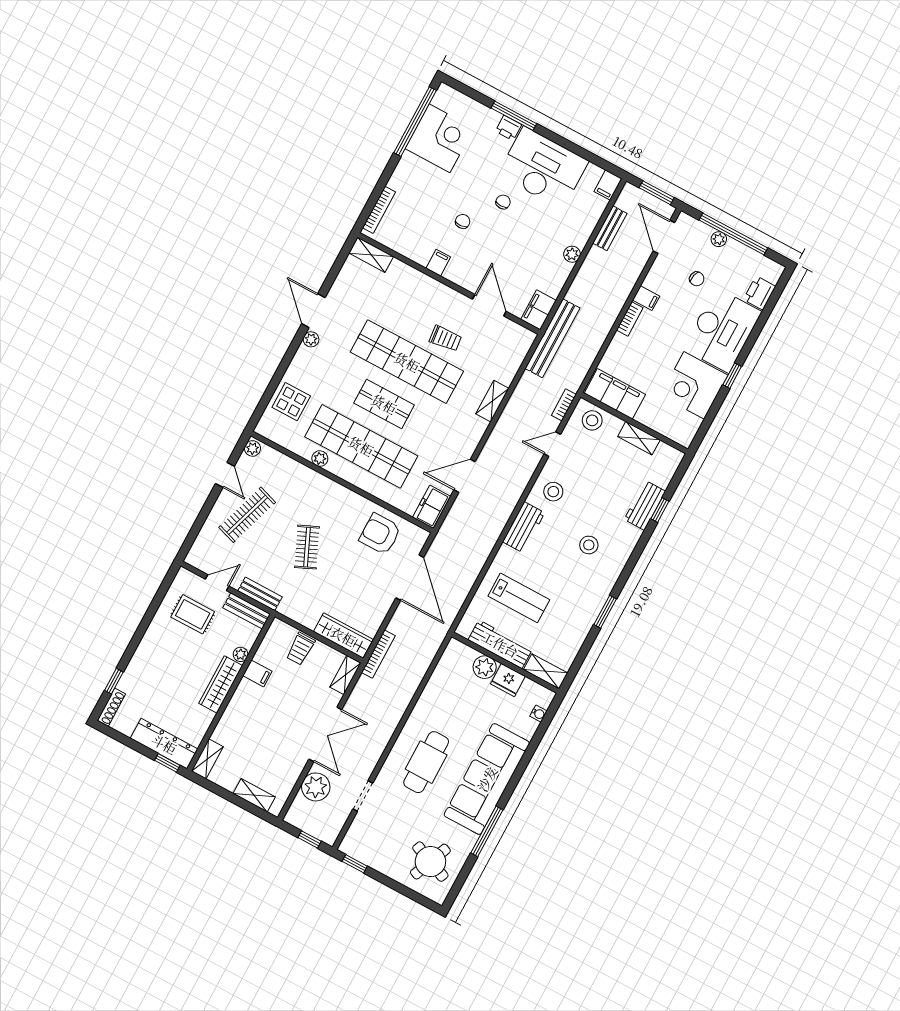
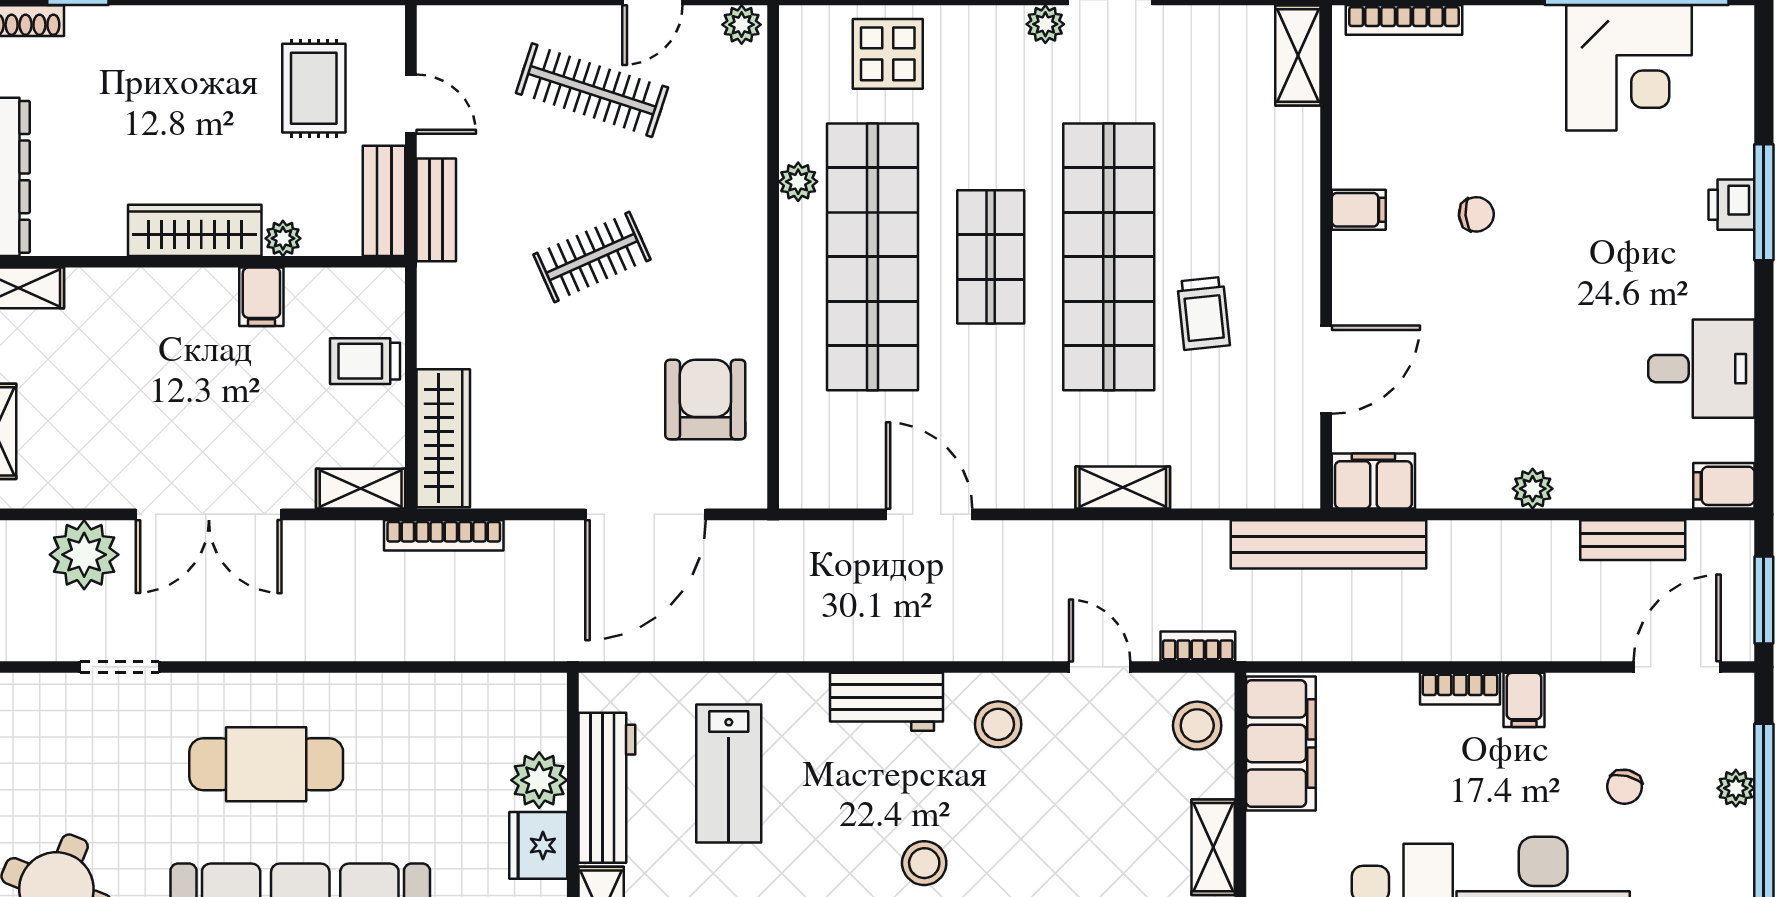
desk: (543, 168) -> (1701, 369), width x0.53, depth x0.77
chair: (503, 202) -> (1565, 279), removed
freezer: (432, 507) -> (824, 479), removed

